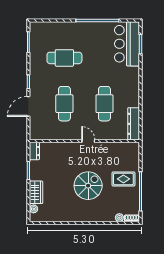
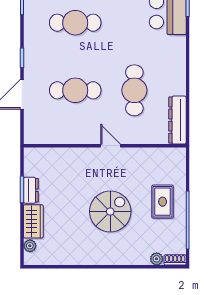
cafe table: (64, 104) -> (75, 90), turned 90
dresser: (34, 151) -> (31, 190), moved
rug: (123, 179) -> (163, 202), turned 90

